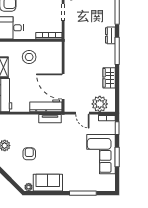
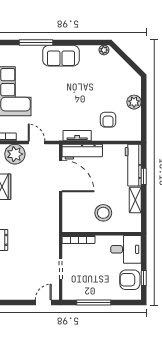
armchair: (29, 154) -> (108, 120), moved
sofa: (48, 183) -> (61, 56), moved

